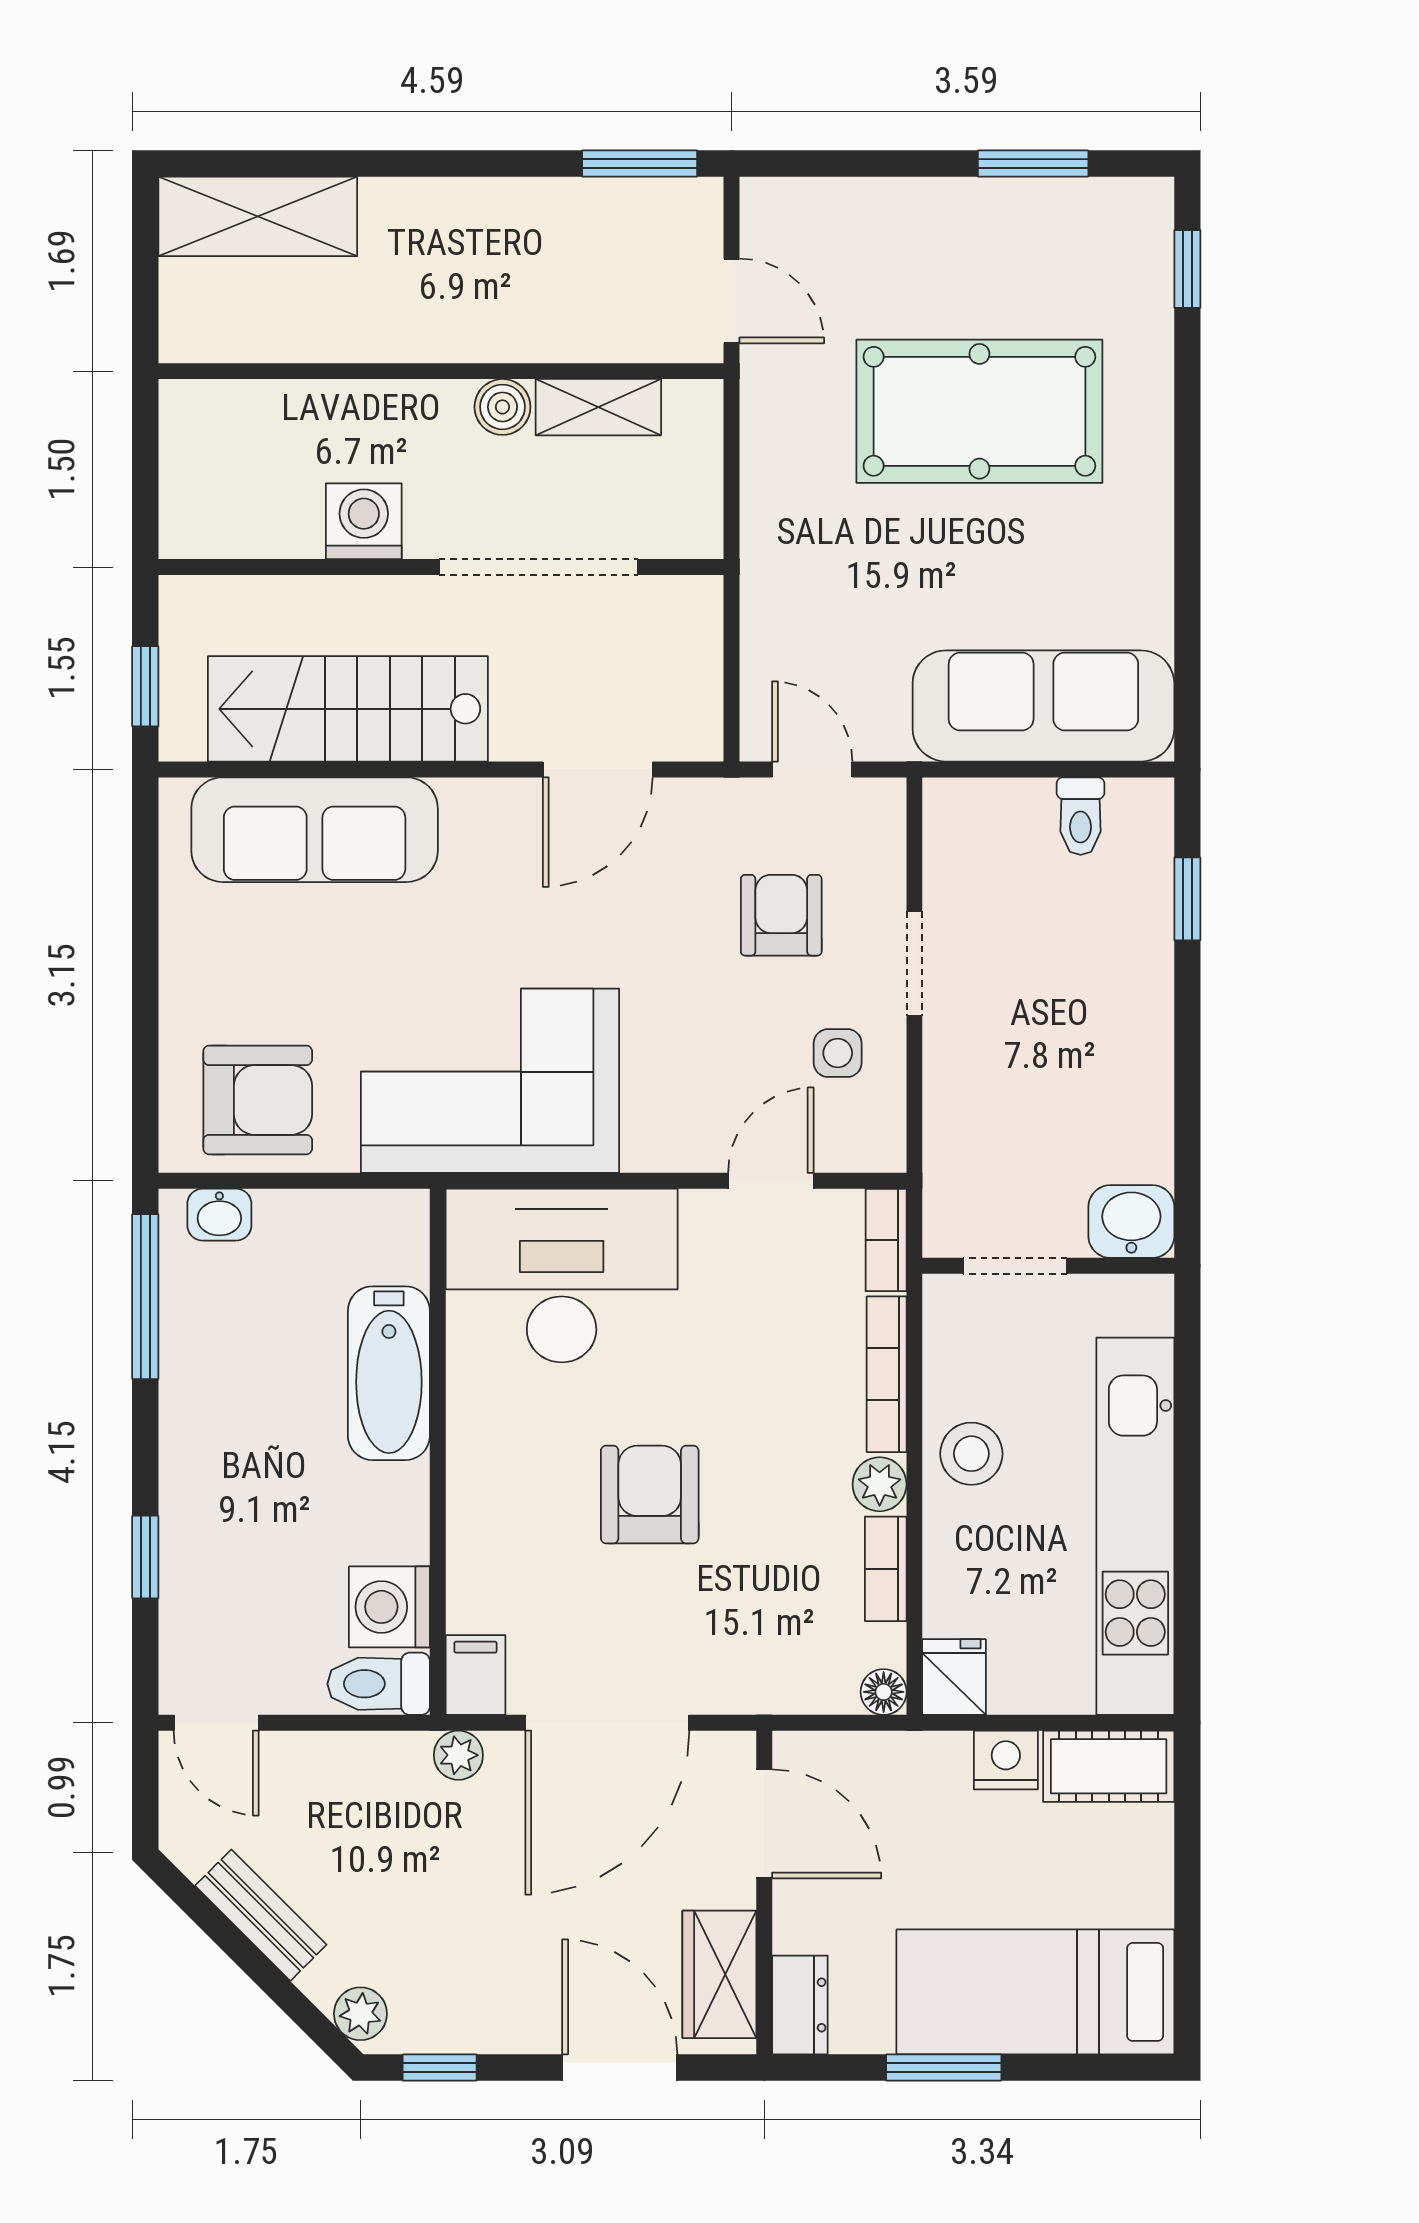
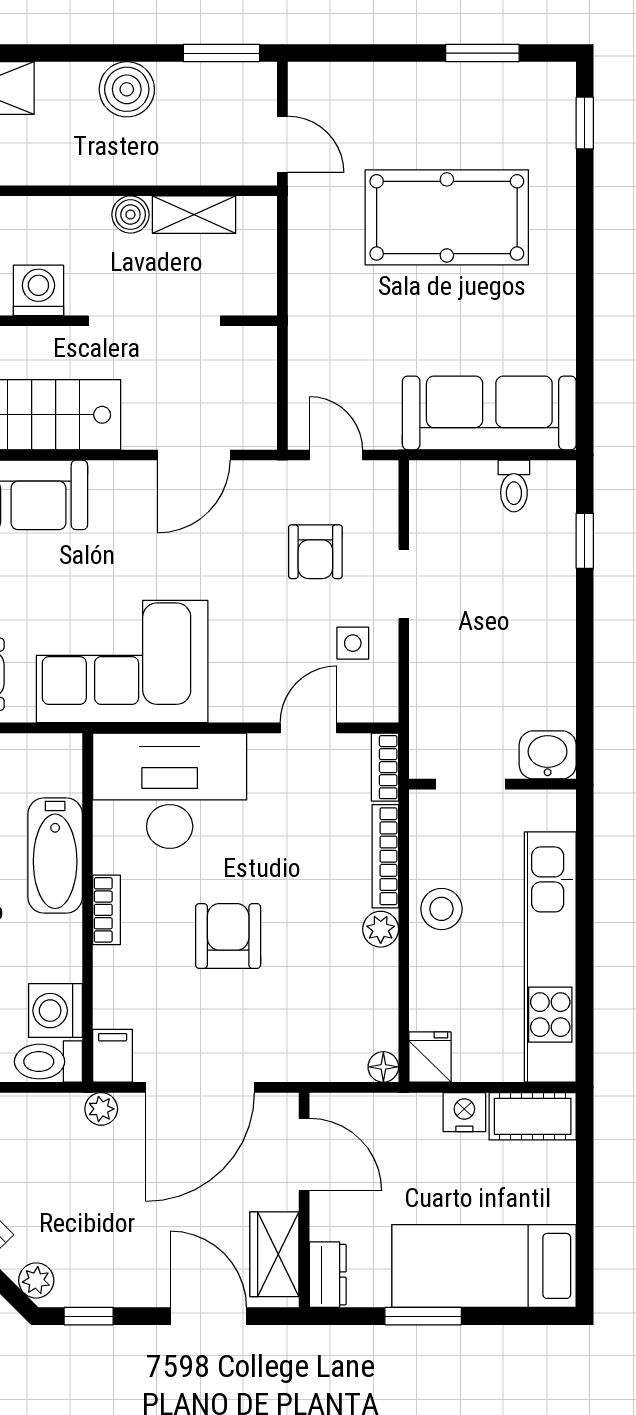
boiler: (497, 218) -> (127, 89), added
armchair: (781, 915) -> (315, 552), turned 180
bookcase: (886, 1569) -> (107, 910), moved, turned 180

